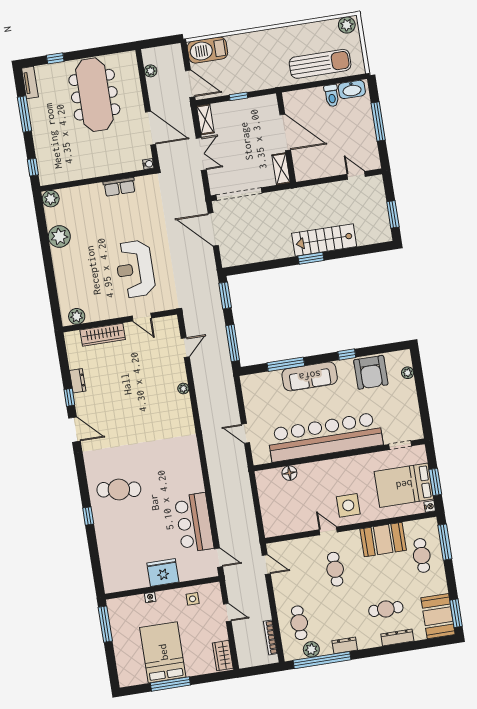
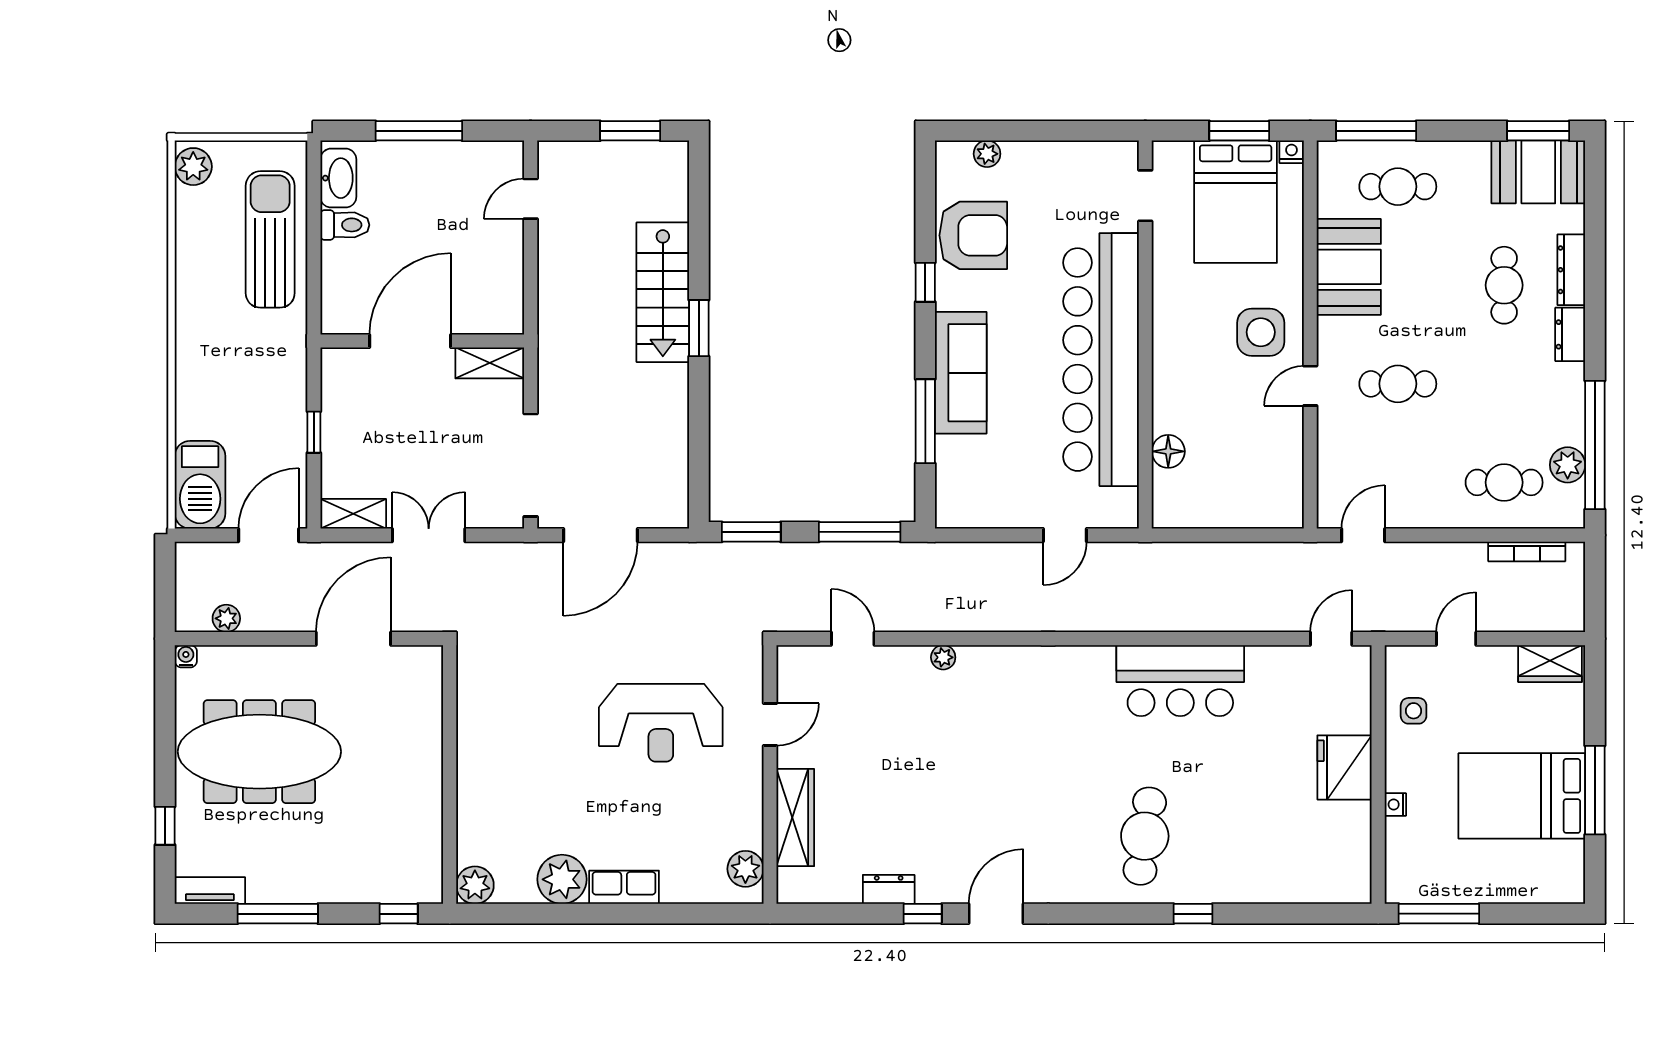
water cooler: (148, 164) -> (186, 656), moved
row of seats: (119, 187) -> (624, 887), moved, turned -90
bar counter: (194, 523) -> (1180, 681), moved
dresser: (345, 645) -> (1570, 334), moved

